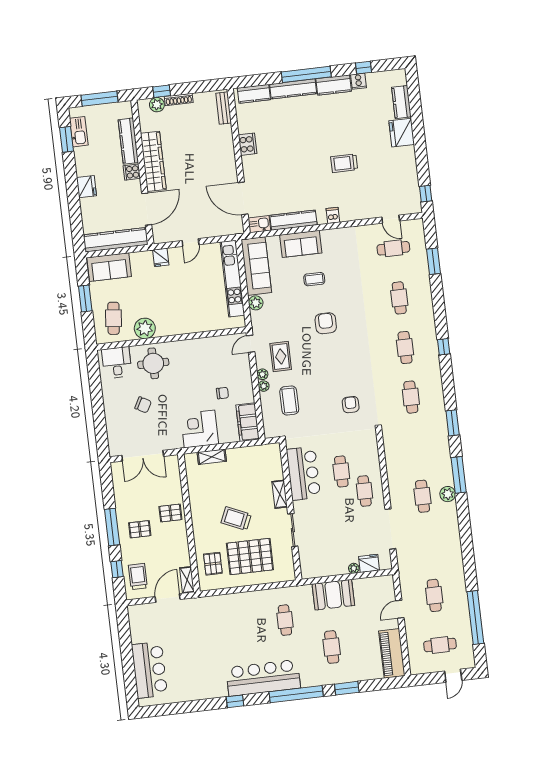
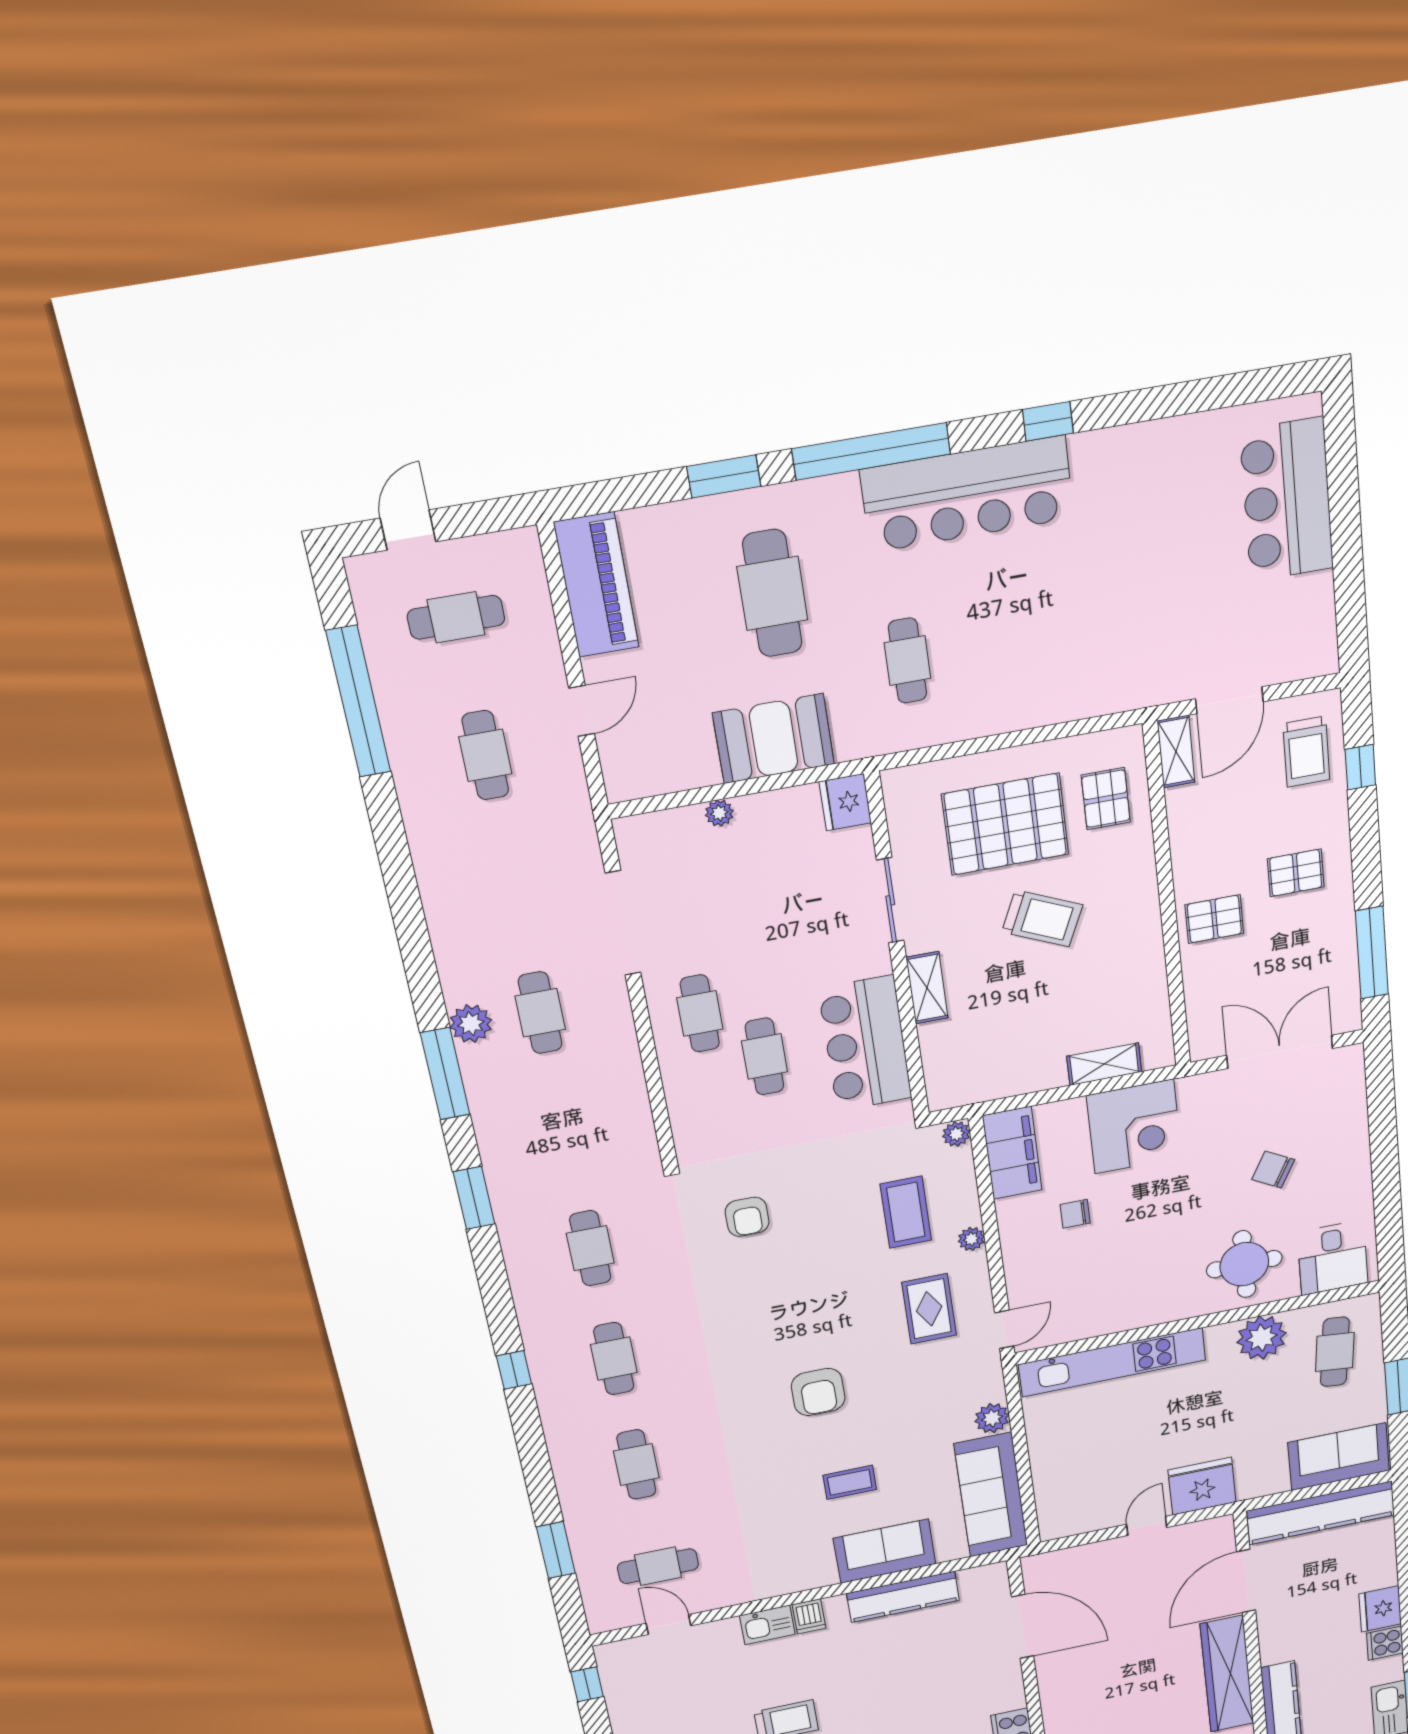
cooker: (132, 172) -> (1385, 1643), moved, turned 180
kitchen sink: (259, 224) -> (767, 1625), moved
fridge: (161, 257) -> (1202, 1486), width x1.88, depth x1.34
kitchen unit: (232, 279) -> (1112, 1362), moved, turned 90
plant: (262, 374) -> (956, 1134), moved
window: (112, 527) -> (1372, 953), moved
fridge: (369, 563) -> (845, 802), moved, turned 90
cafe table: (332, 647) -> (772, 593), width x1.37, depth x1.35

